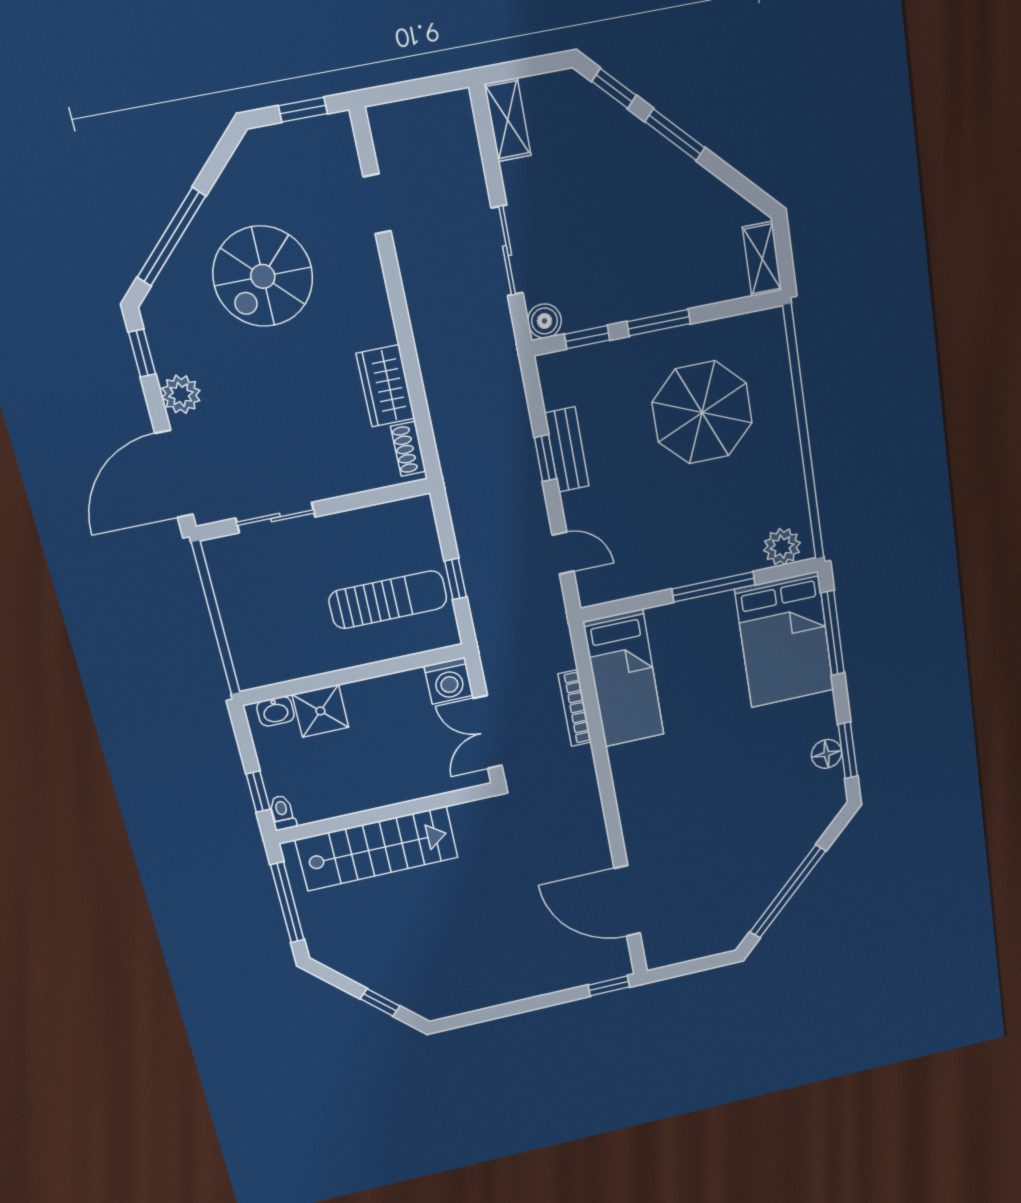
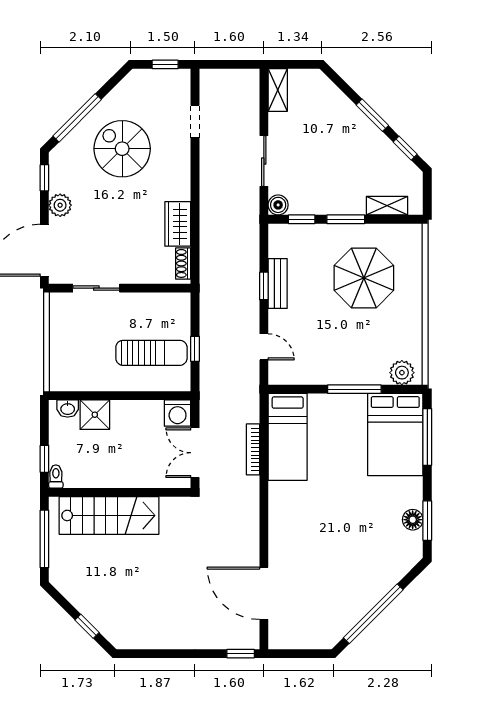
window: (614, 88) -> (405, 148), moved
shelving: (762, 259) -> (387, 206), moved, turned 90
spiral stairs: (263, 276) -> (122, 149), turned 90

